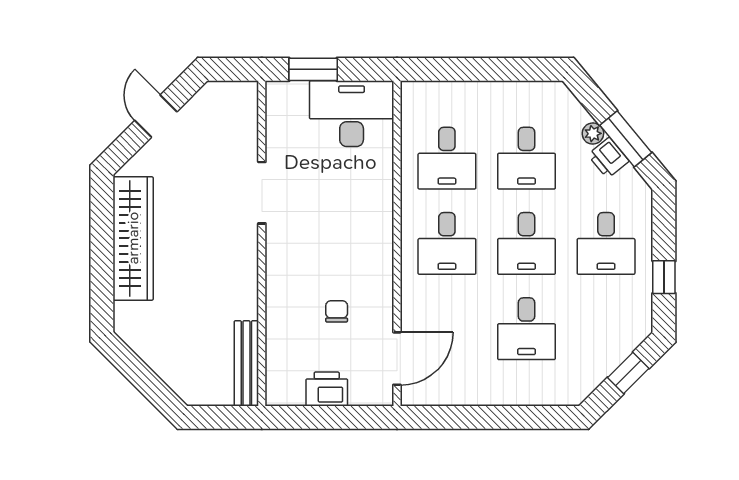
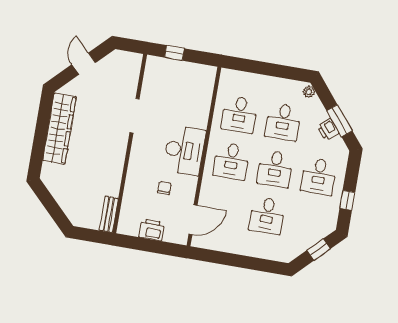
window: (313, 69) -> (174, 53), width x0.67
desk: (352, 114) -> (184, 150), moved, turned 90
plant: (593, 134) -> (309, 92), moved
bench: (246, 363) -> (109, 214), width x0.73

